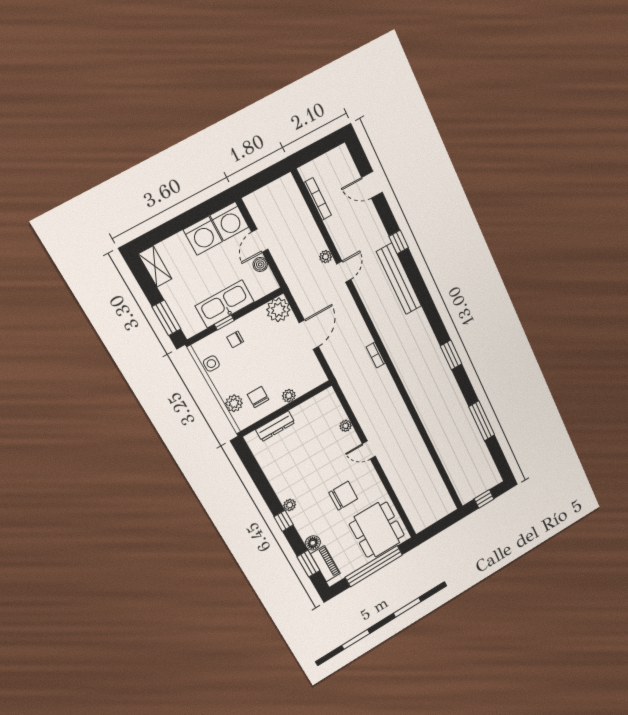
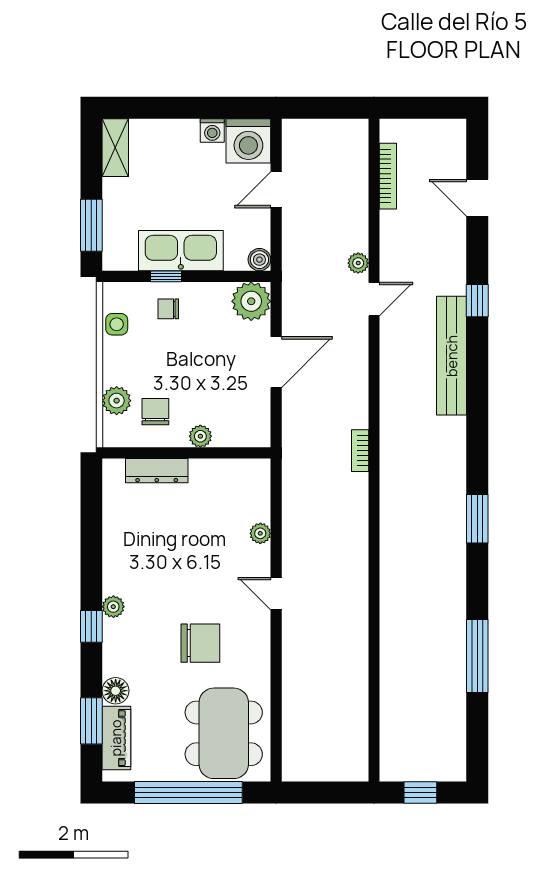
washing machine: (203, 236) -> (212, 131), width x0.53, depth x0.53
boiler: (260, 264) -> (259, 260), moved

